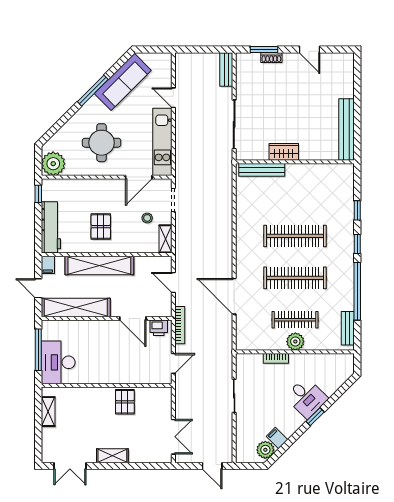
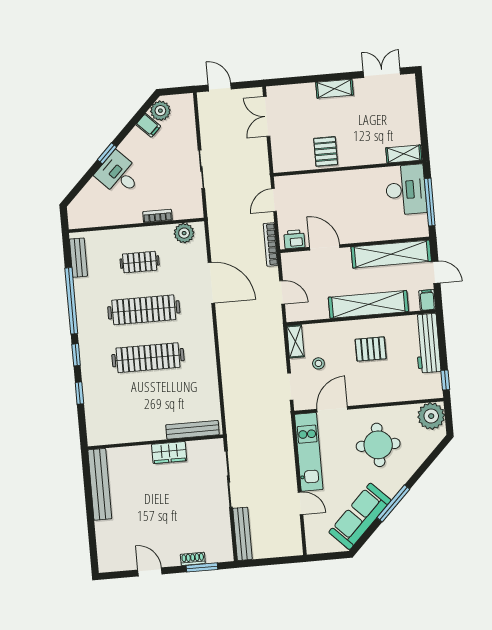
bench: (226, 69) -> (242, 534), width x1.36
pallet: (101, 227) -> (371, 349), turned 90
clothes rail: (295, 320) -> (140, 262), width x0.73
plant: (295, 342) -> (184, 233), moved
shelving: (48, 412) -> (404, 154), moved, turned 90

